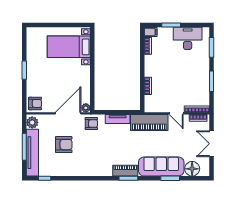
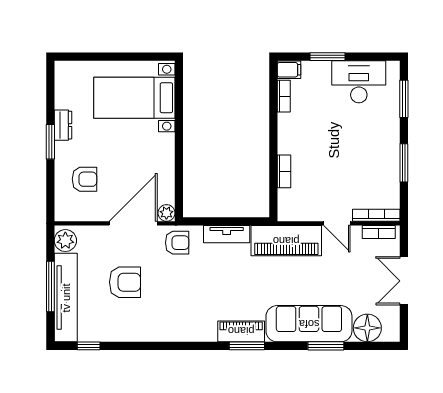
dresser: (31, 61) -> (63, 125), added
armchair: (35, 103) -> (84, 179), moved

